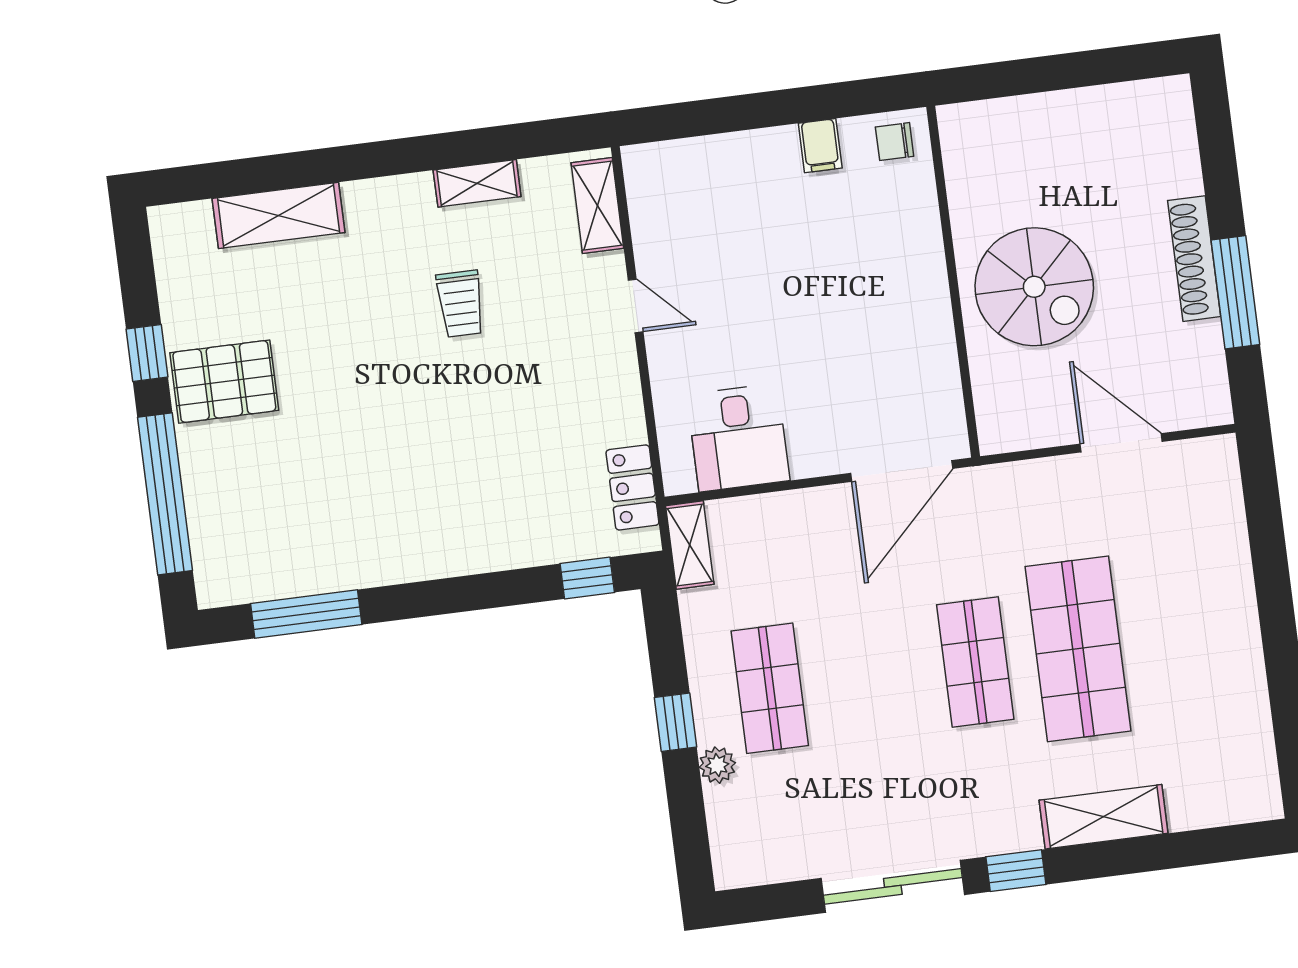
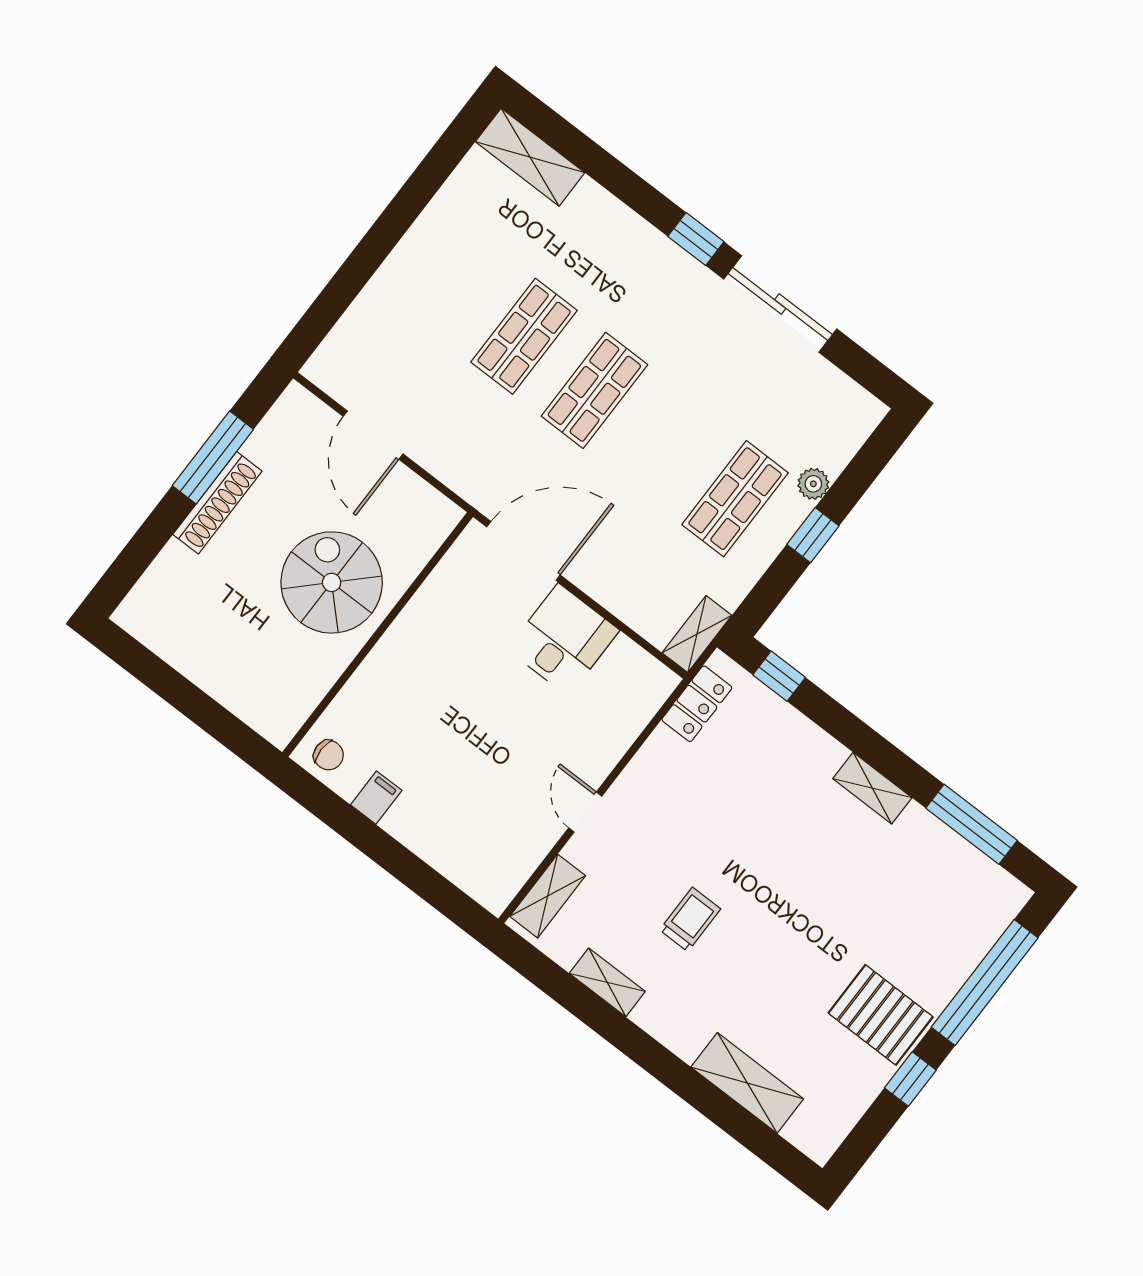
desk: (738, 438) -> (563, 640), moved
shelving: (418, 562) -> (872, 788), added
shop shelf: (1078, 649) -> (524, 336), width x0.70, depth x0.74
shelving: (1104, 817) -> (530, 157), moved

